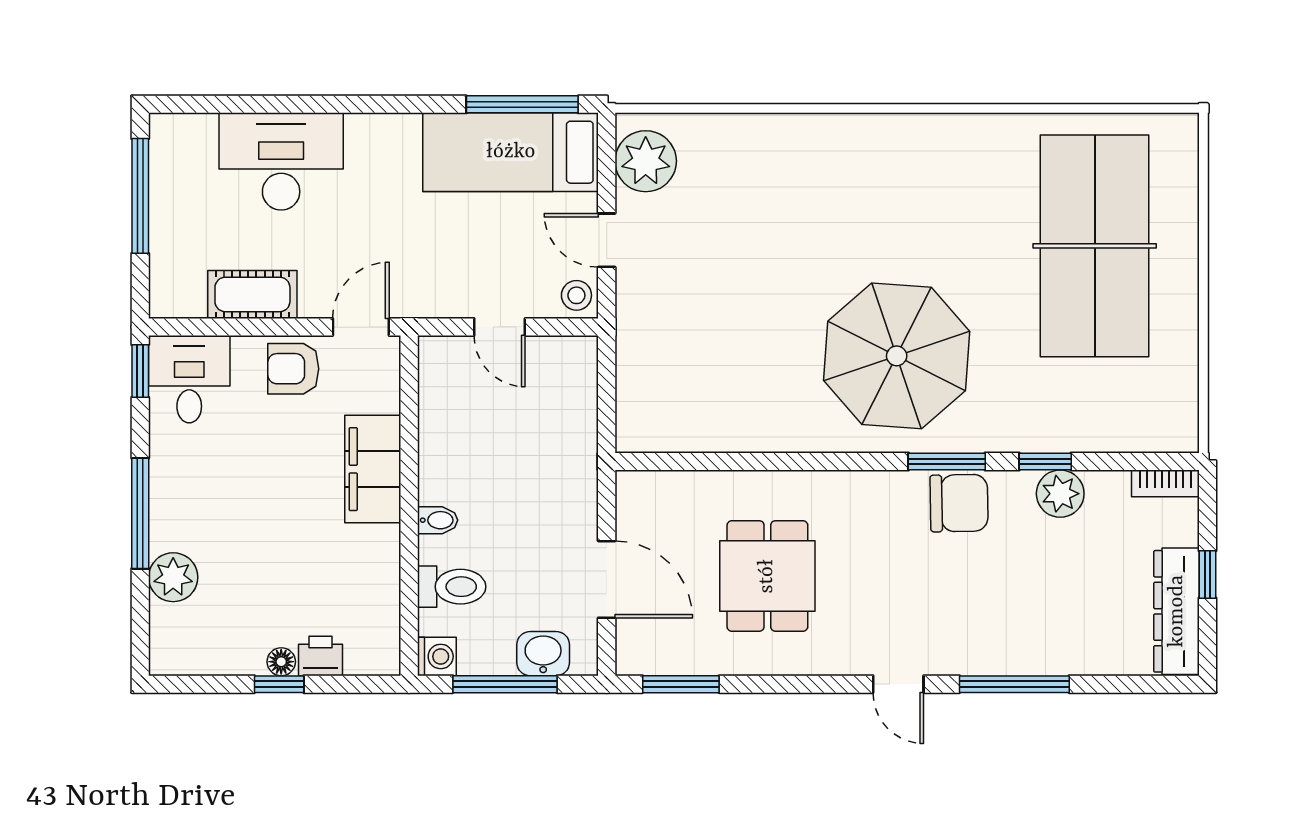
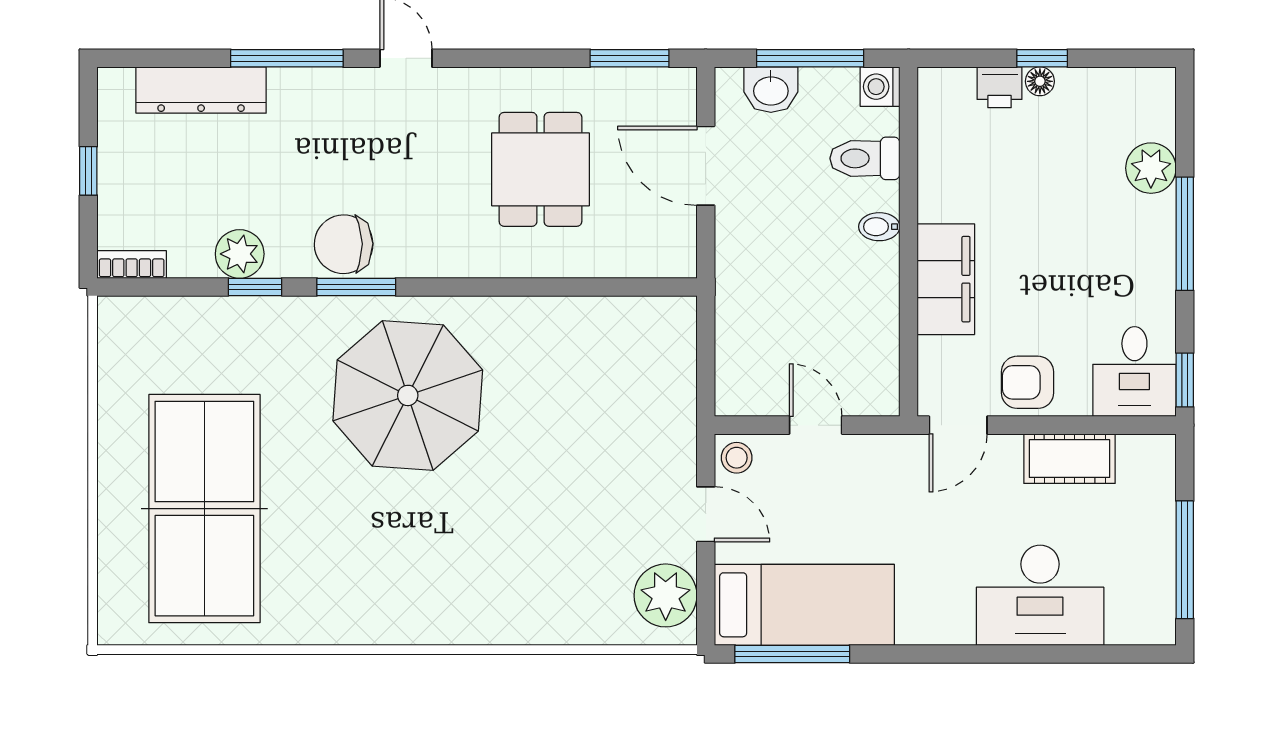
armchair: (293, 369) -> (1028, 382), turned 180
dresser: (1177, 611) -> (201, 90), moved, turned 90

